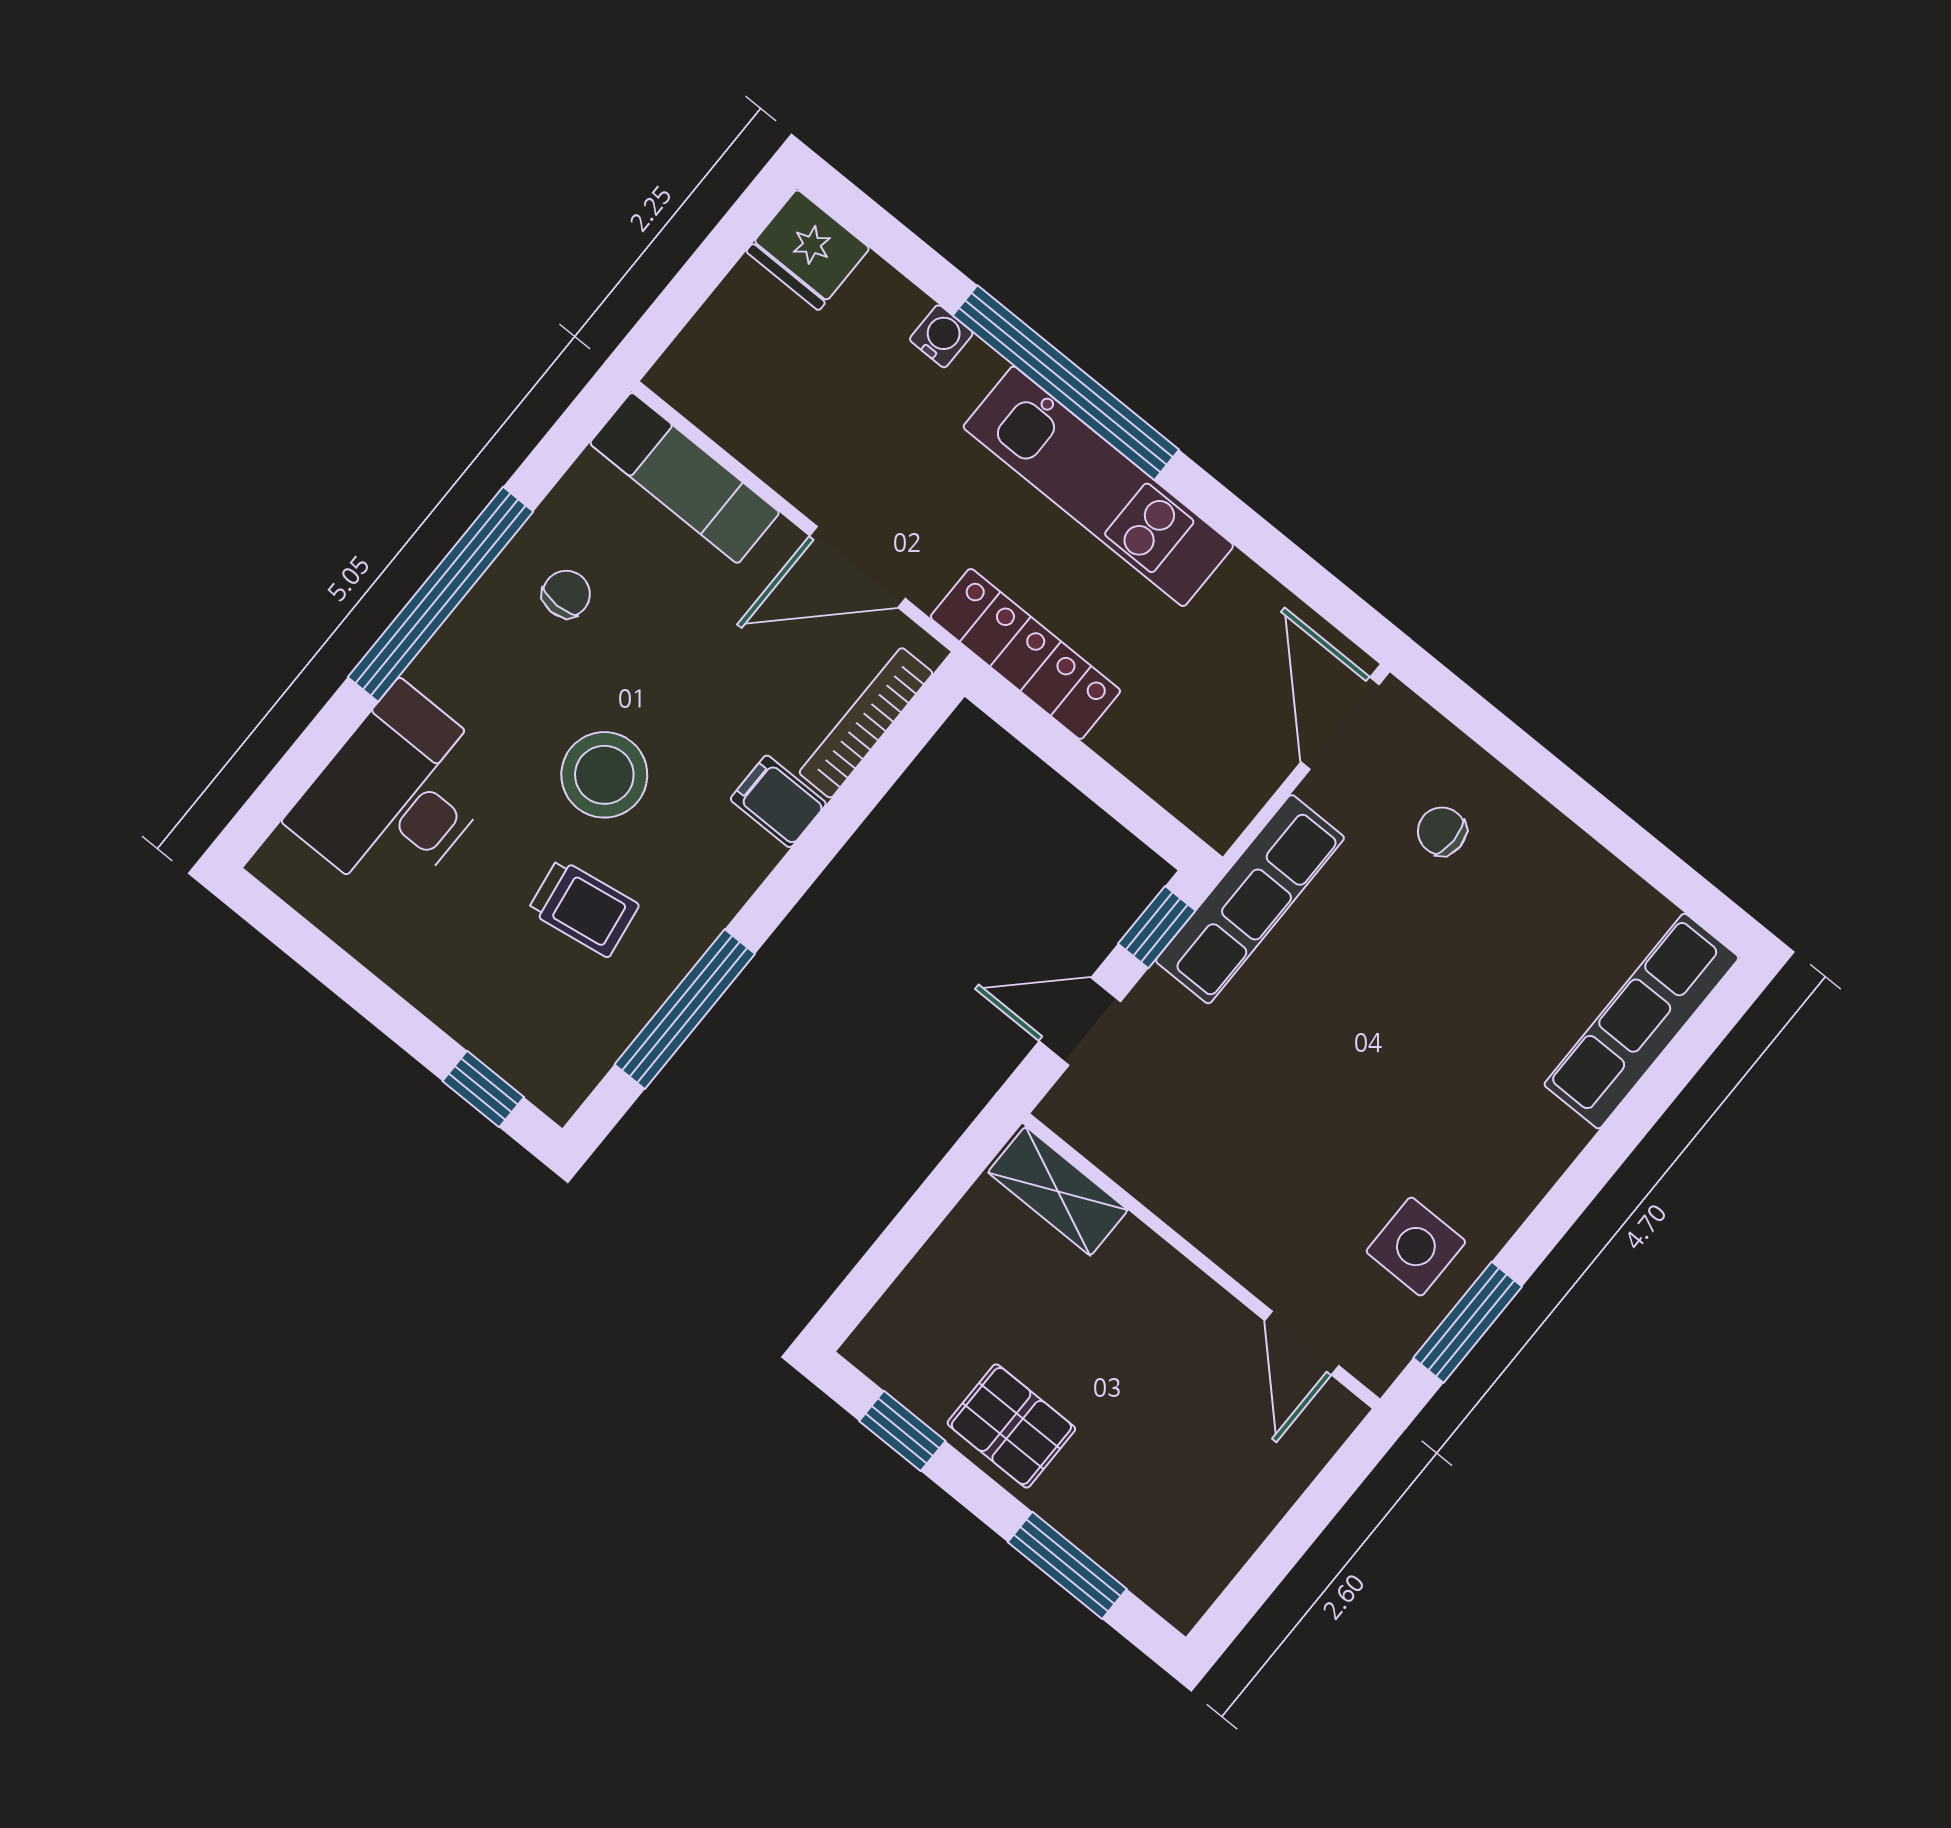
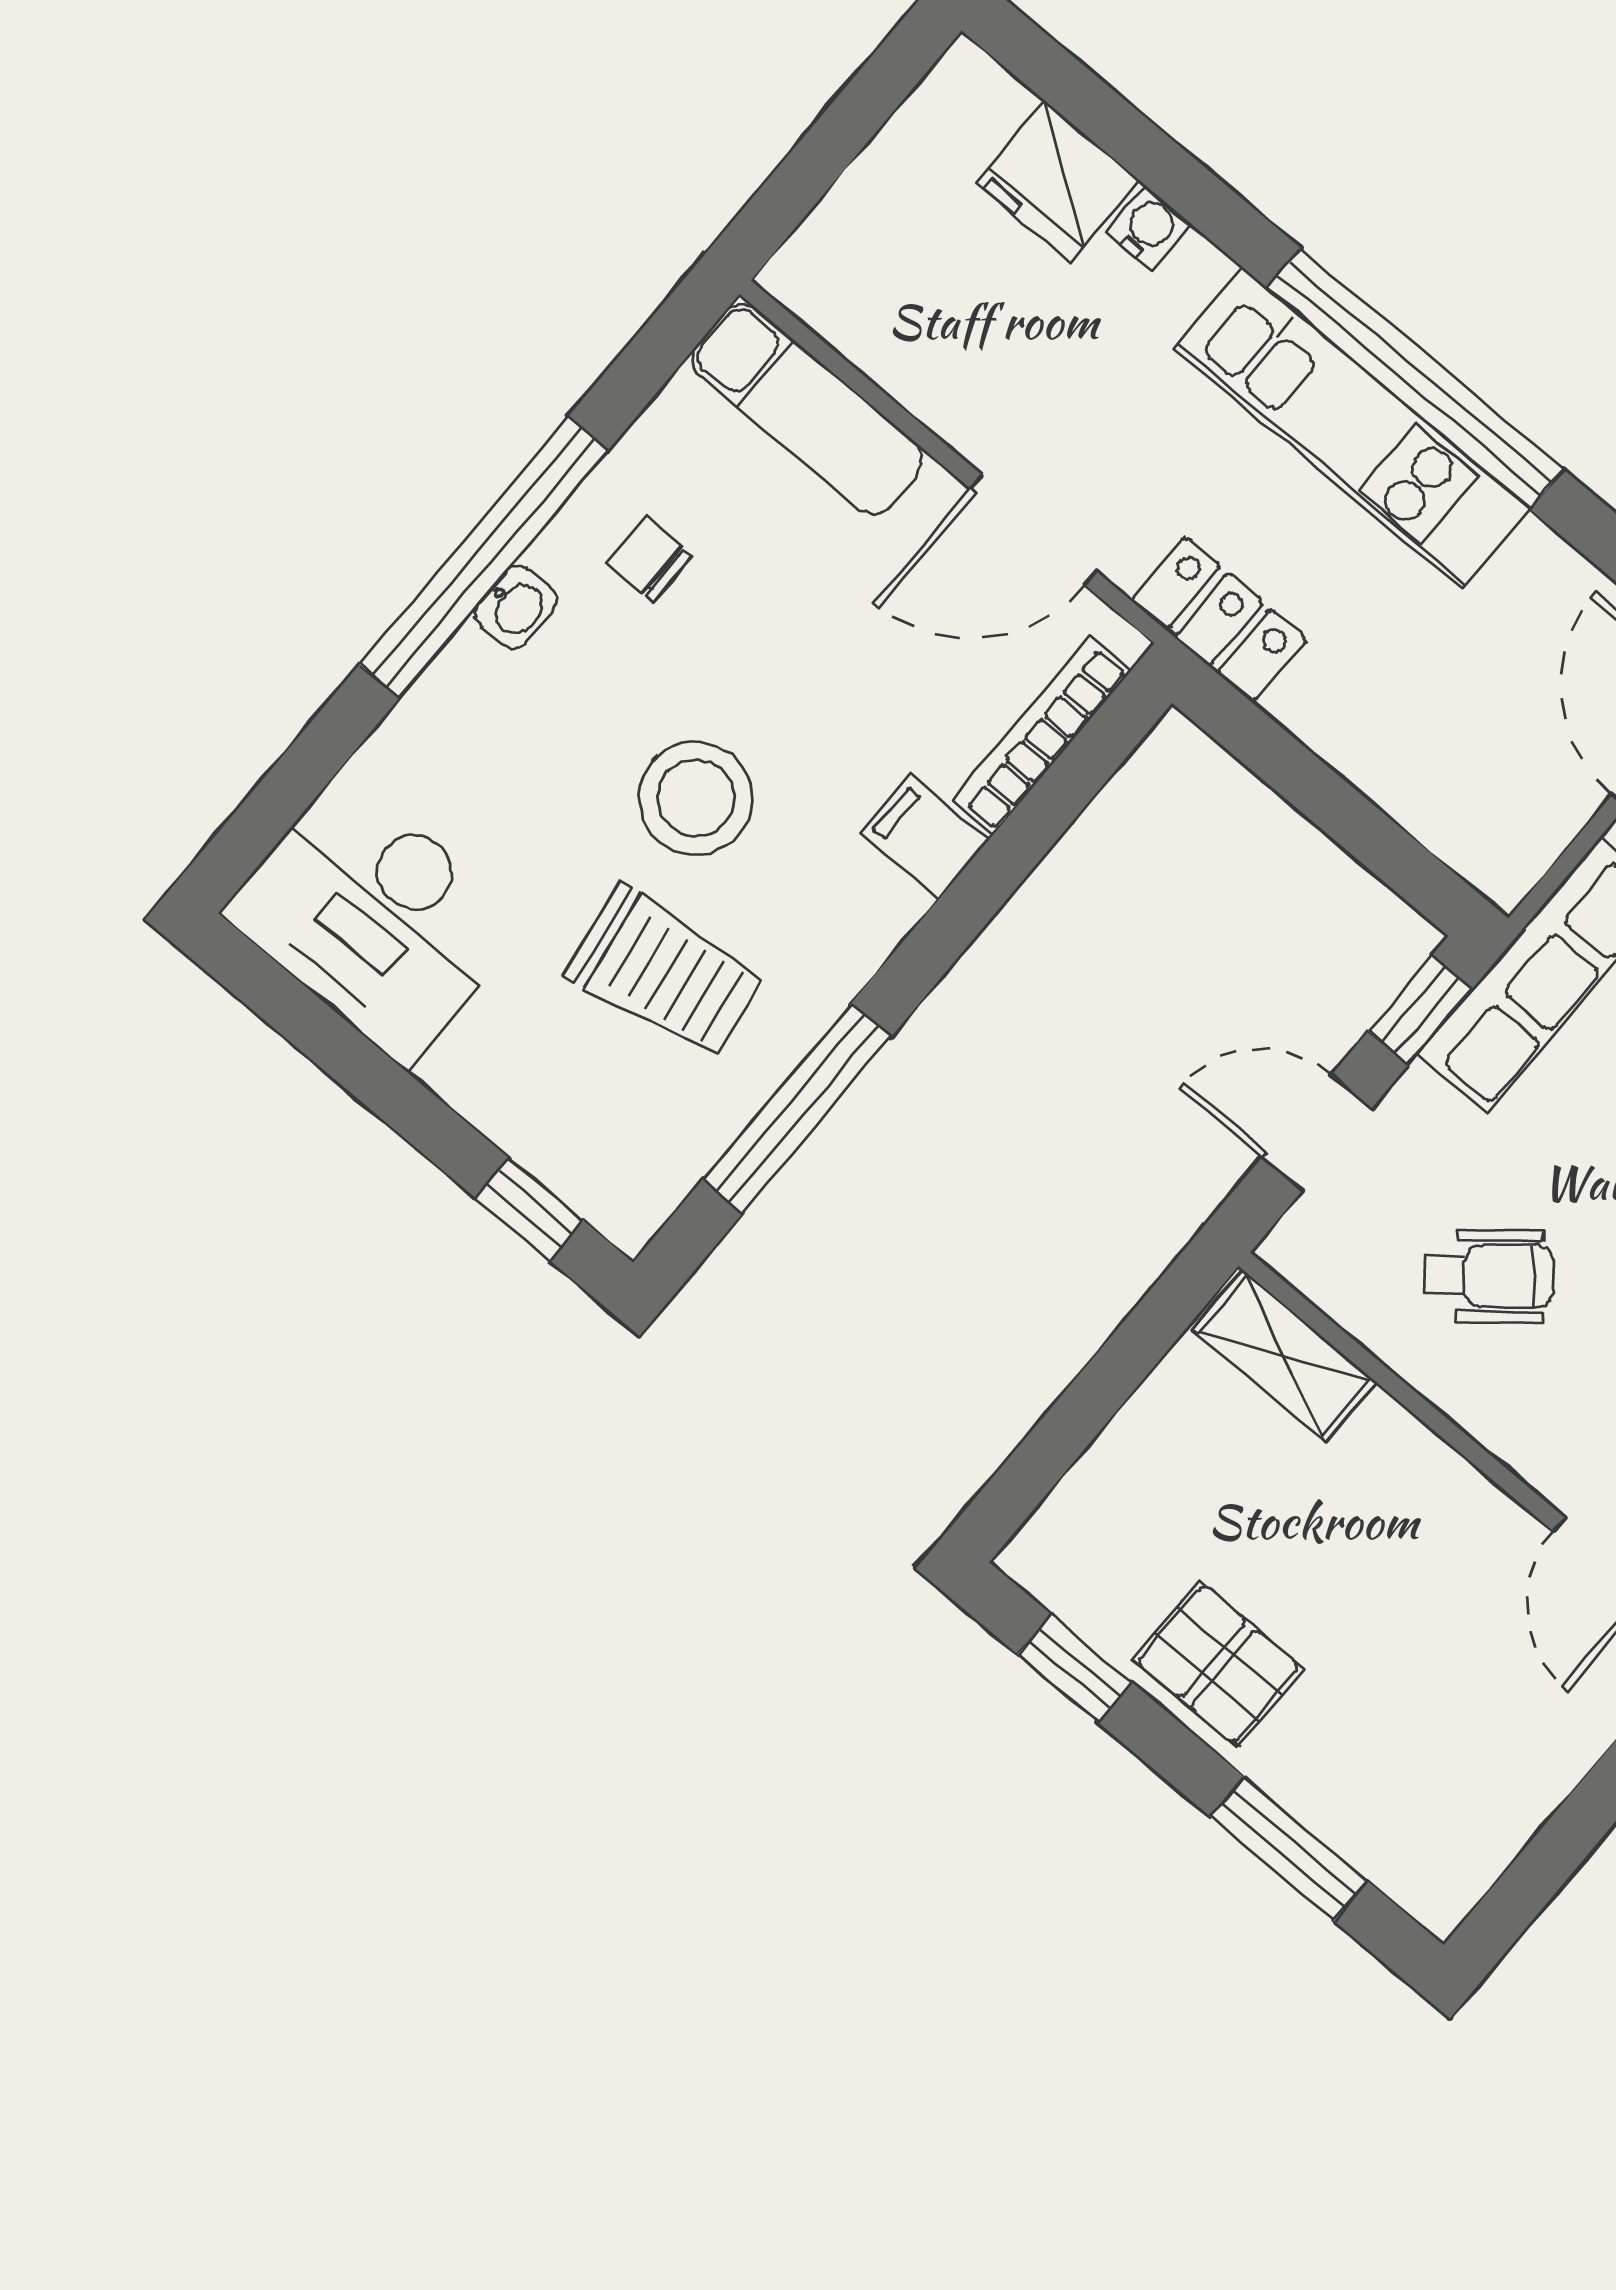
fridge: (808, 250) -> (1057, 181), moved
window: (1066, 383) -> (1415, 379), moved
chair: (566, 594) -> (649, 559), turned -90
washbasin: (466, 632) -> (516, 607), added
locker: (1025, 654) -> (1219, 619), width x0.66
desk: (397, 796) -> (375, 918), moved, turned -90
trolley: (583, 908) -> (665, 973), width x1.36, depth x1.39
wheelchair: (1213, 1128) -> (1490, 1276), added

